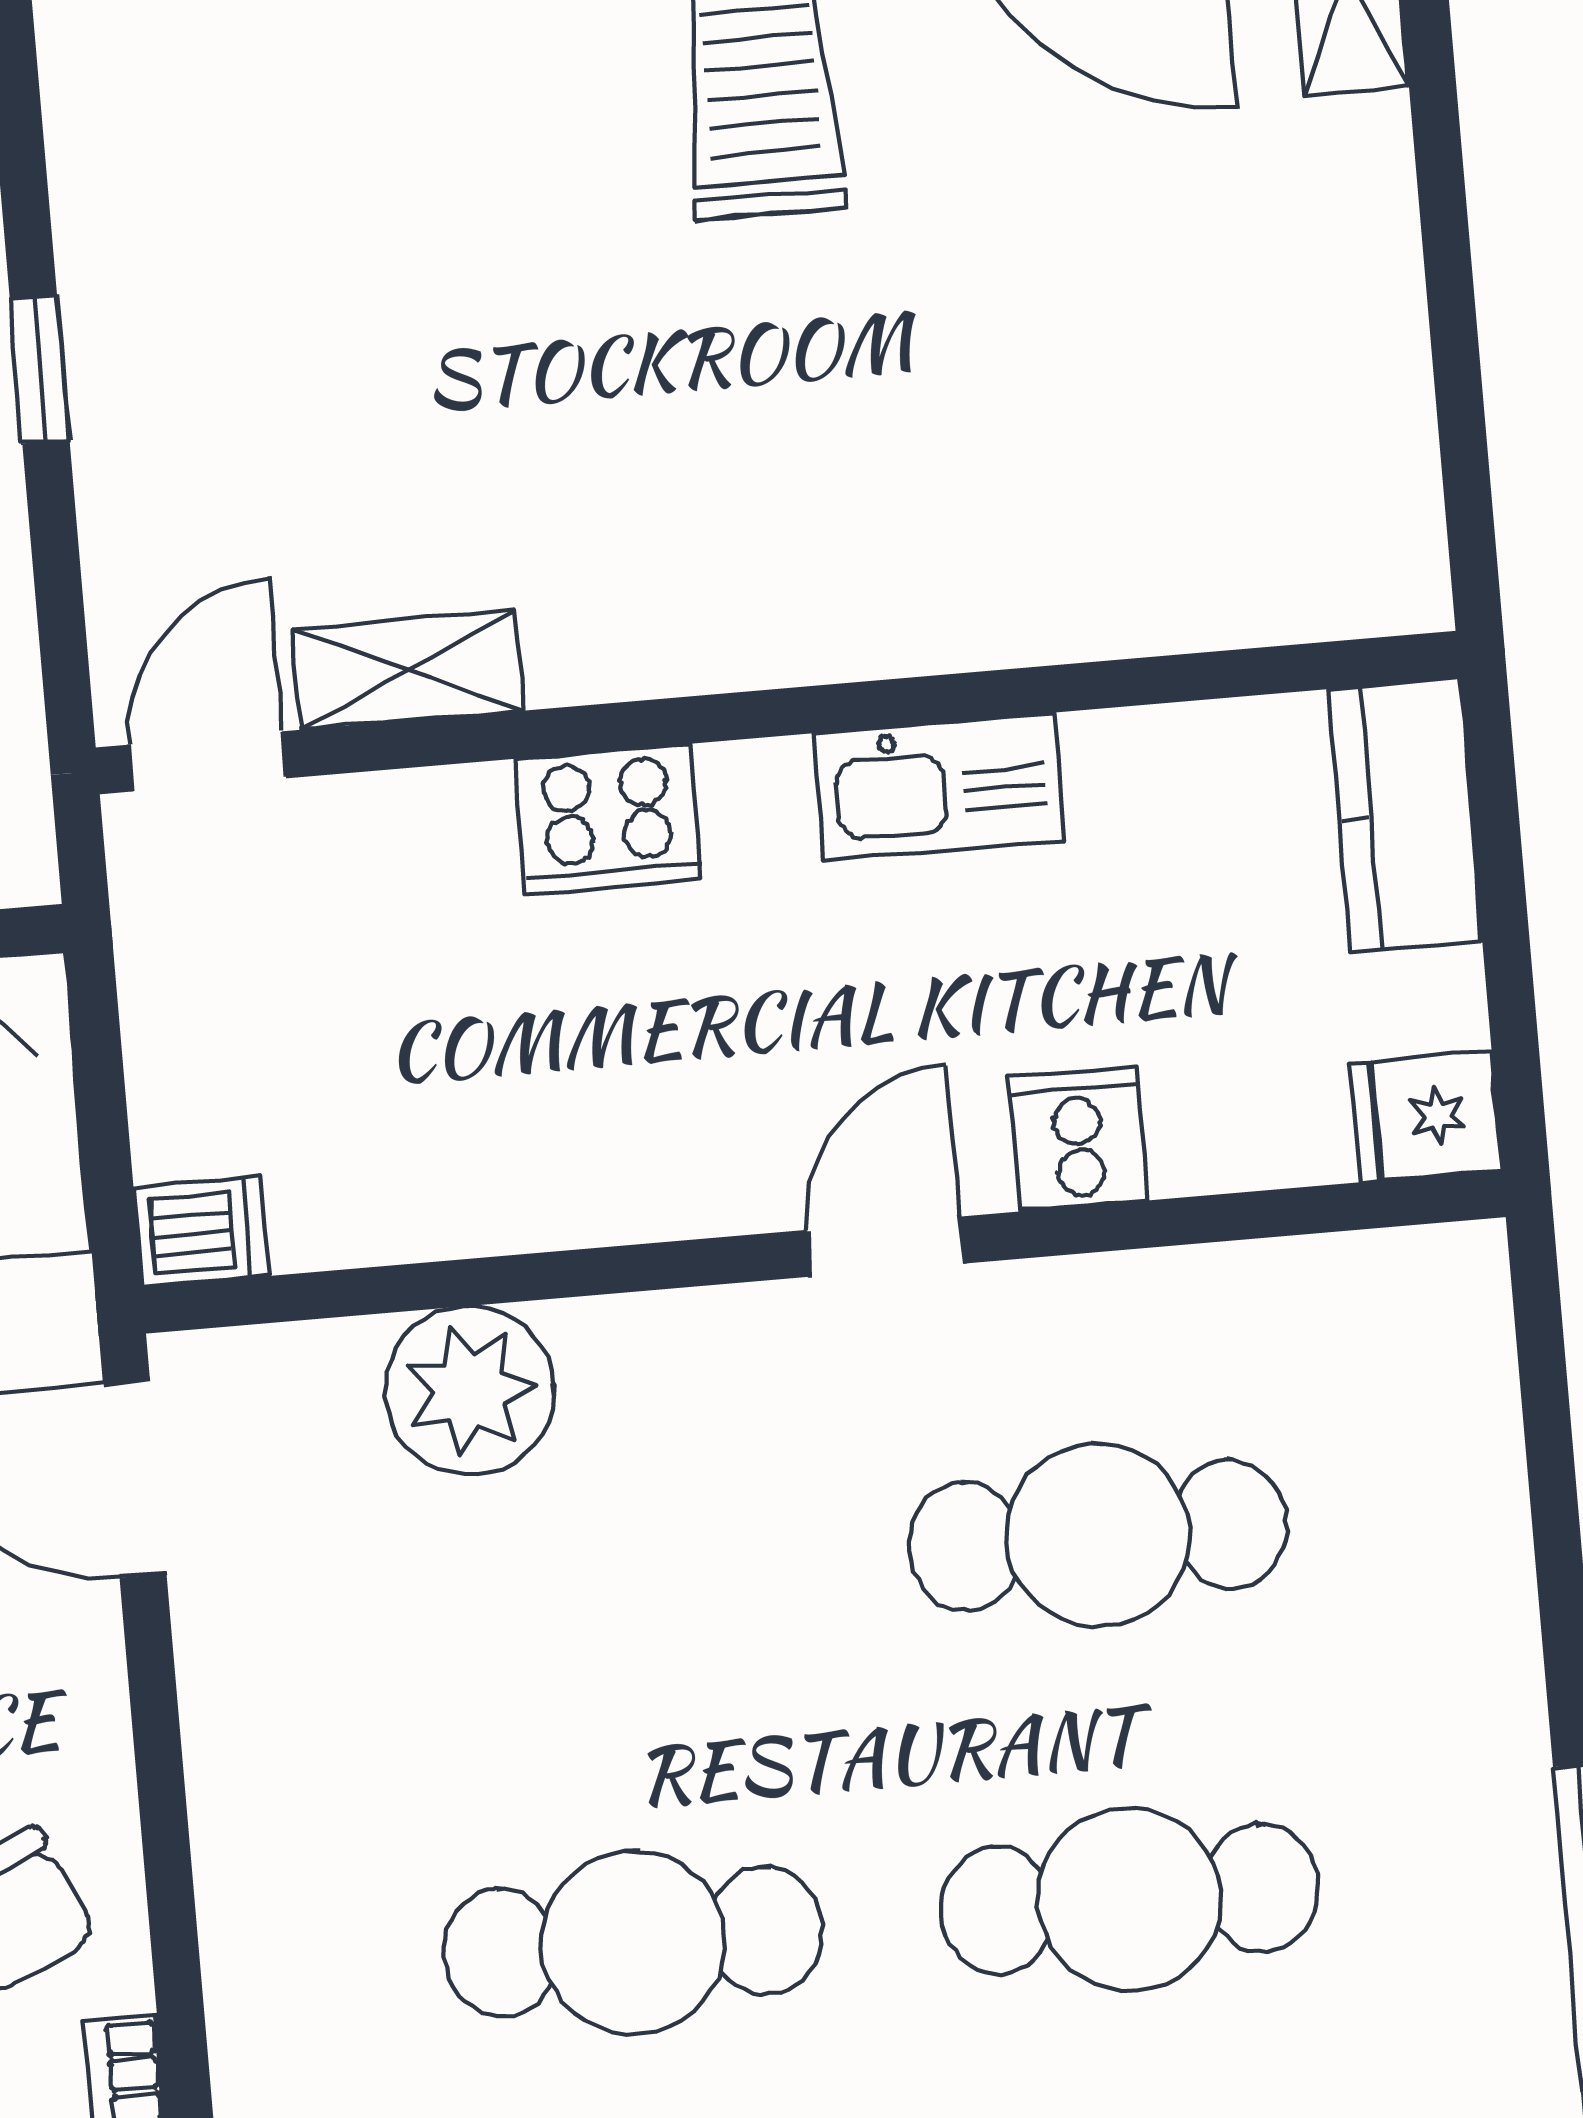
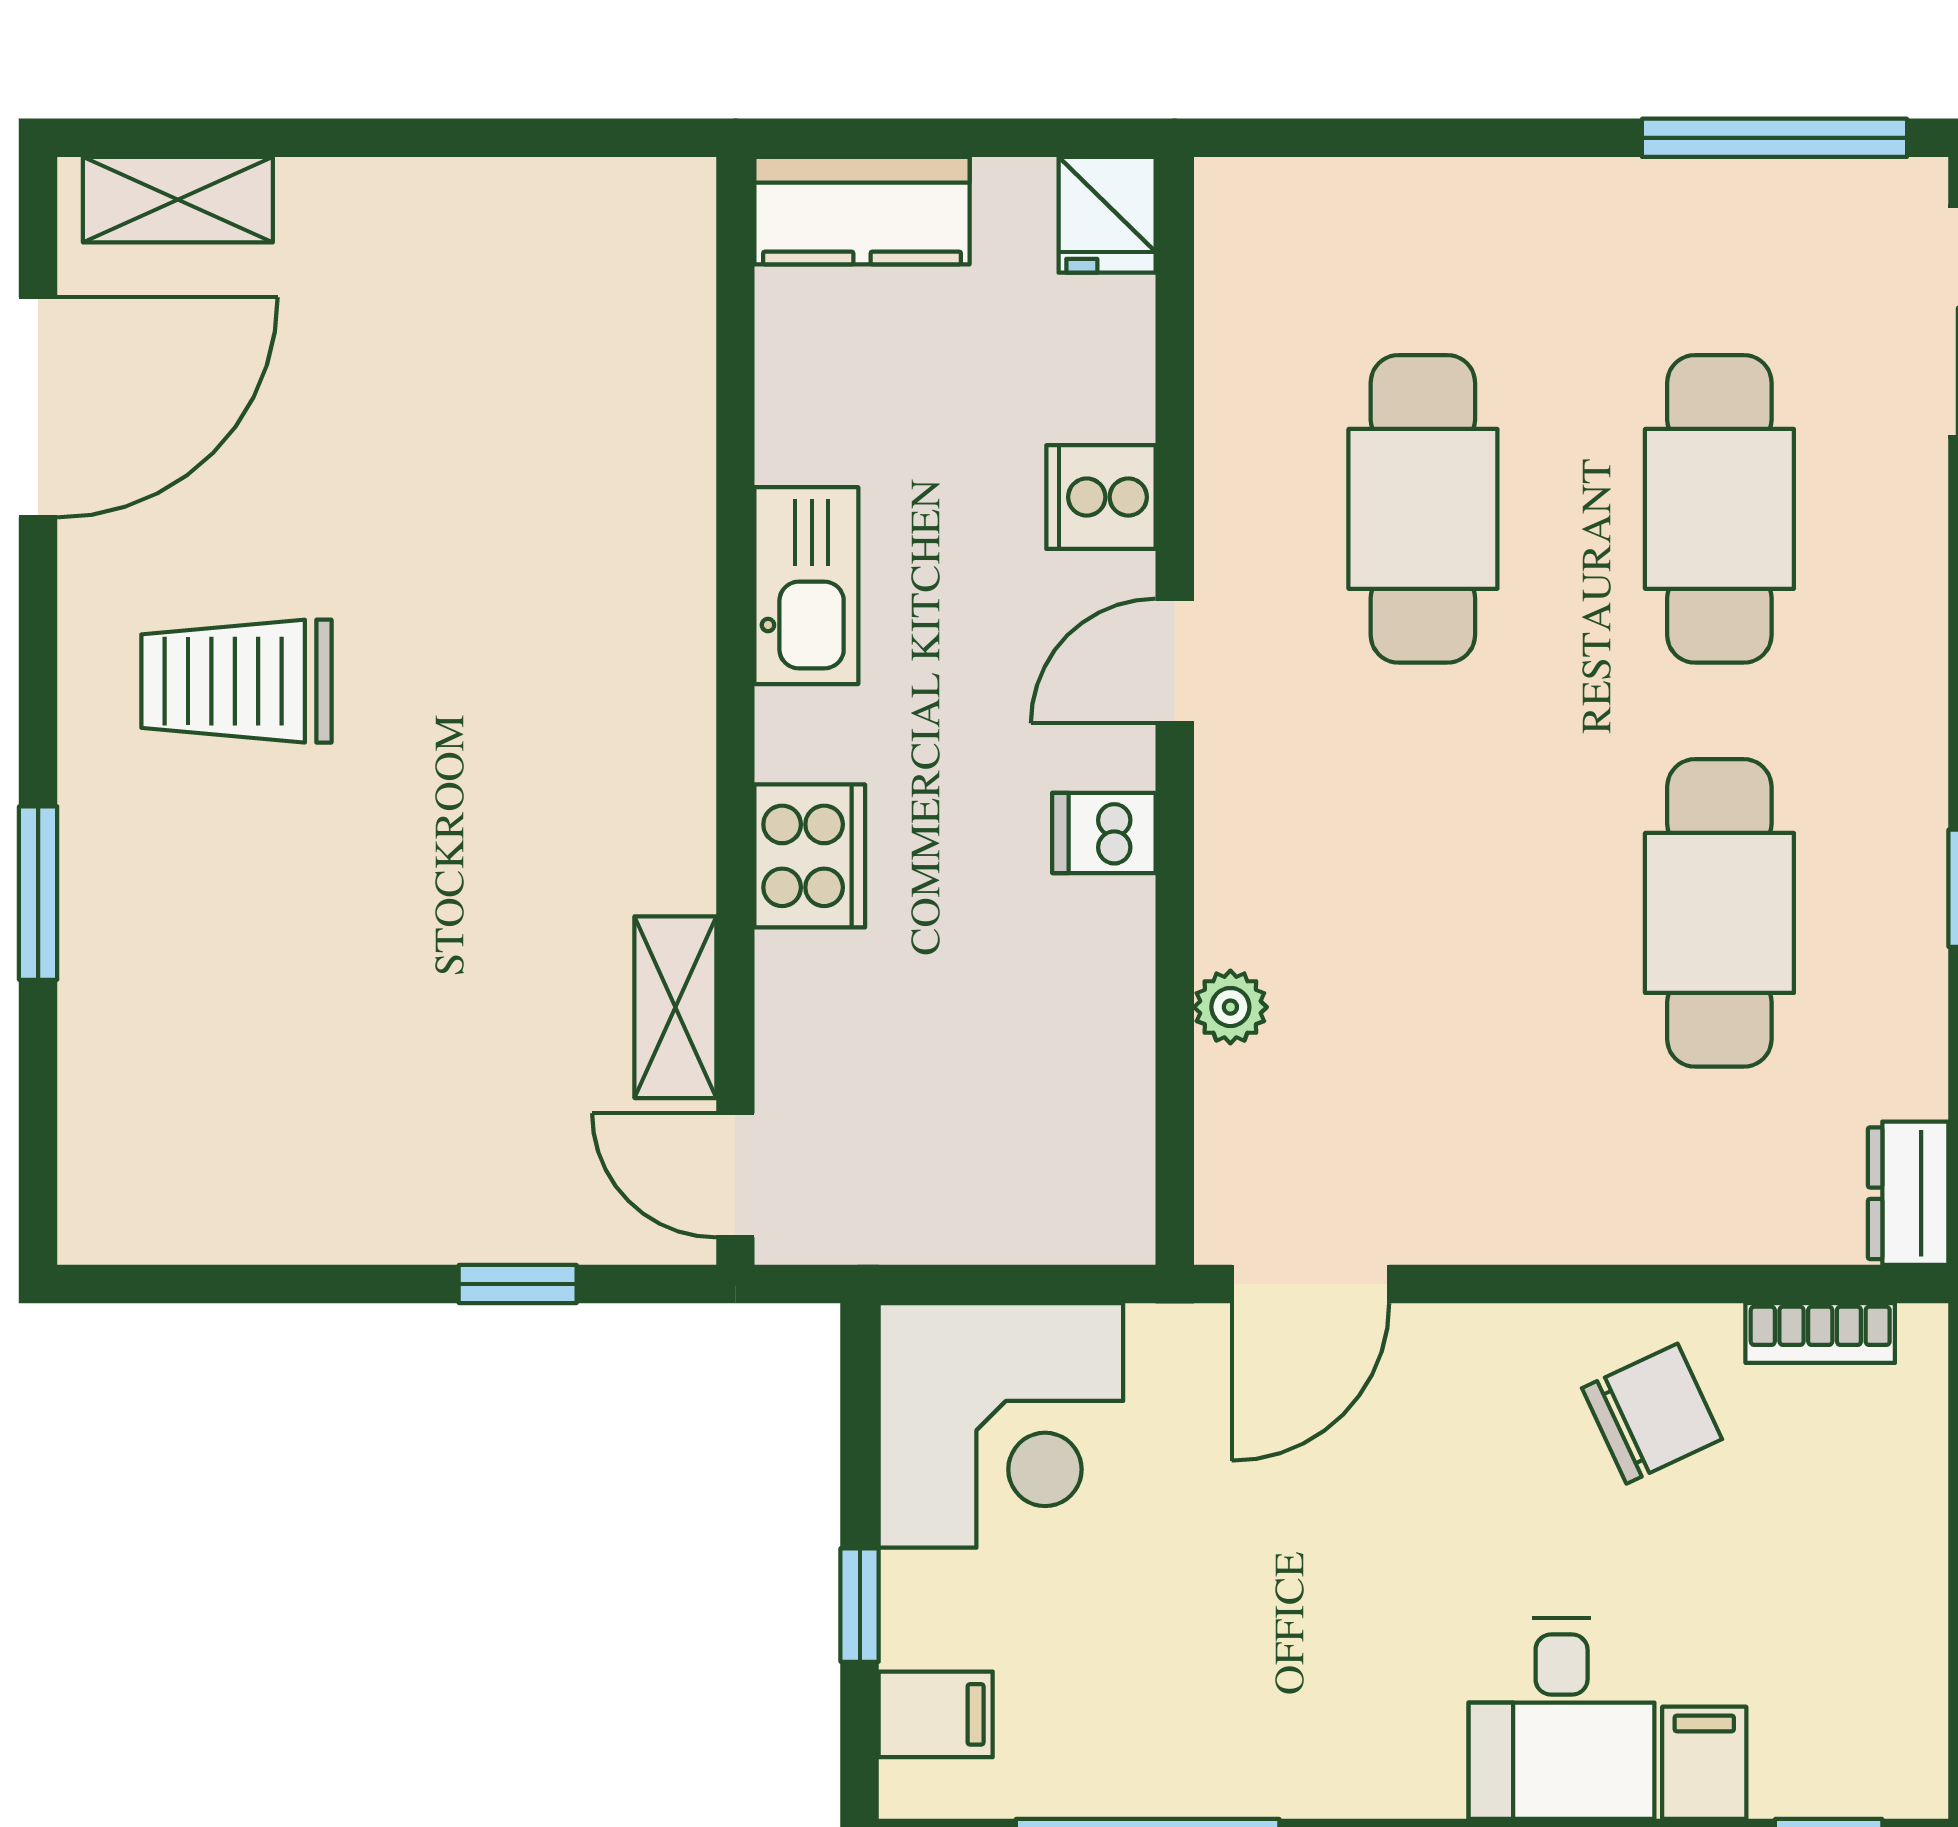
window: (40, 369) -> (518, 1284), moved
dishwasher: (201, 1232) -> (1104, 833), moved, turned -90
door: (885, 1247) -> (1175, 661), hinge flipped
plant: (470, 1391) -> (1230, 1007), width x0.53, depth x0.53

